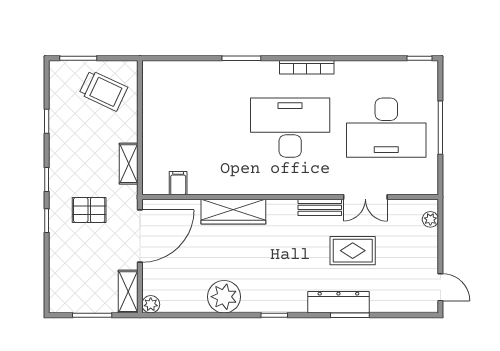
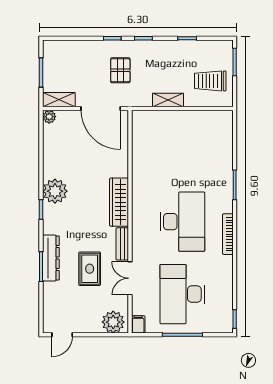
trolley: (103, 91) -> (210, 81), turned 65
shelving: (129, 164) -> (168, 100), moved
filing cabinet: (178, 183) -> (138, 324), moved, turned -90
wardrobe: (233, 212) -> (119, 202), moved
plant: (430, 219) -> (113, 322), width x1.88, depth x1.88
plant: (224, 297) -> (55, 191), moved

